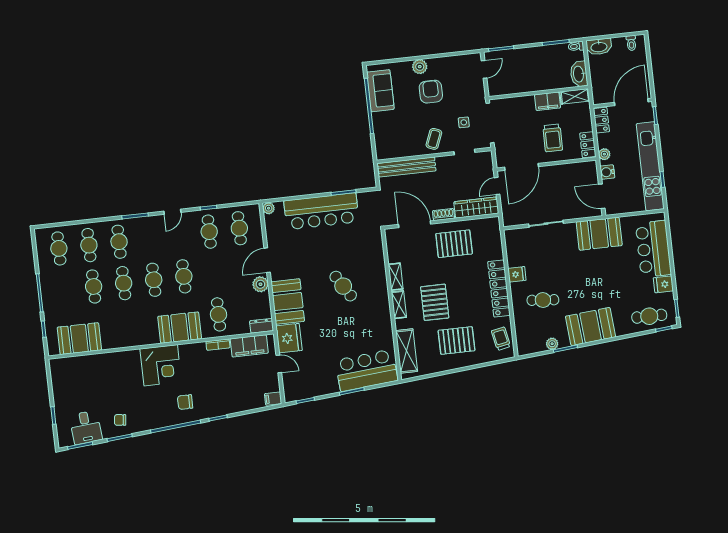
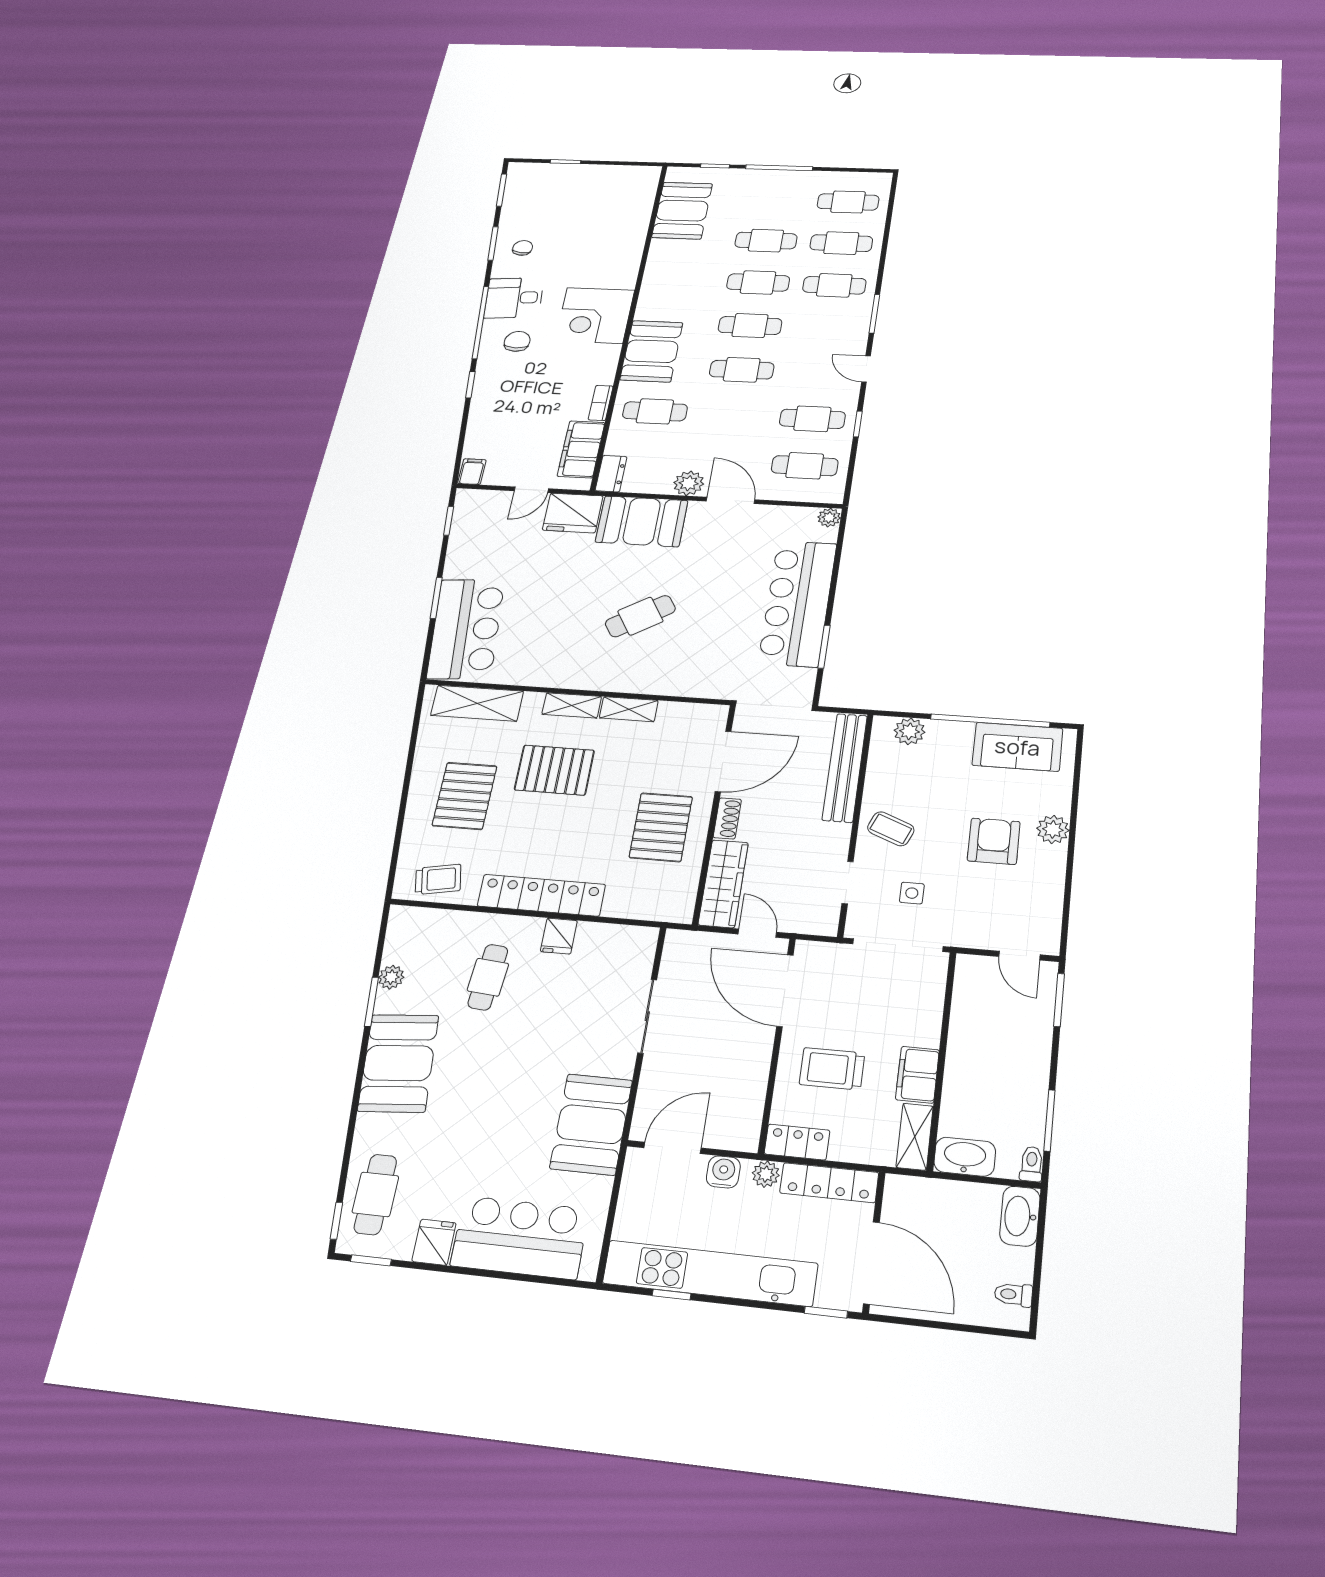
armchair: (431, 92) -> (994, 841), turned -90
locker: (601, 120) -> (829, 1183), width x1.53
plant: (382, 142) -> (909, 731), added
desk: (86, 427) -> (514, 298), moved

